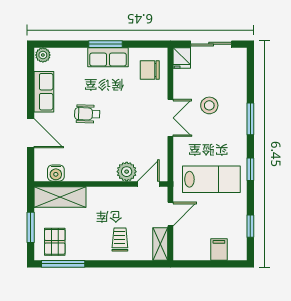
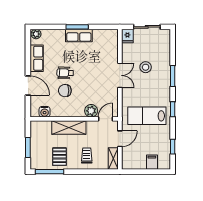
chair: (150, 70) -> (65, 91), moved
lab bench: (211, 179) -> (147, 116), turned 180
shelving: (60, 197) -> (69, 127), moved
pallet: (55, 242) -> (59, 157), moved

